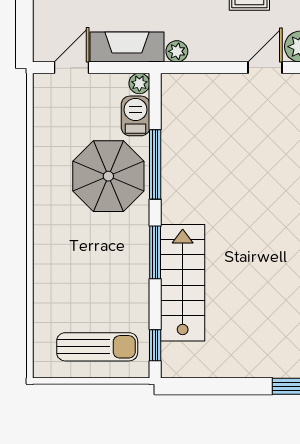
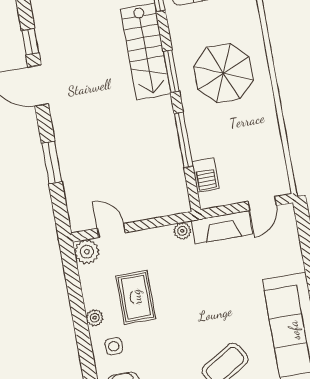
door: (265, 68) -> (111, 230), swing flipped
plant: (139, 83) -> (207, 201), removed
parasol: (108, 176) -> (223, 73), moved

